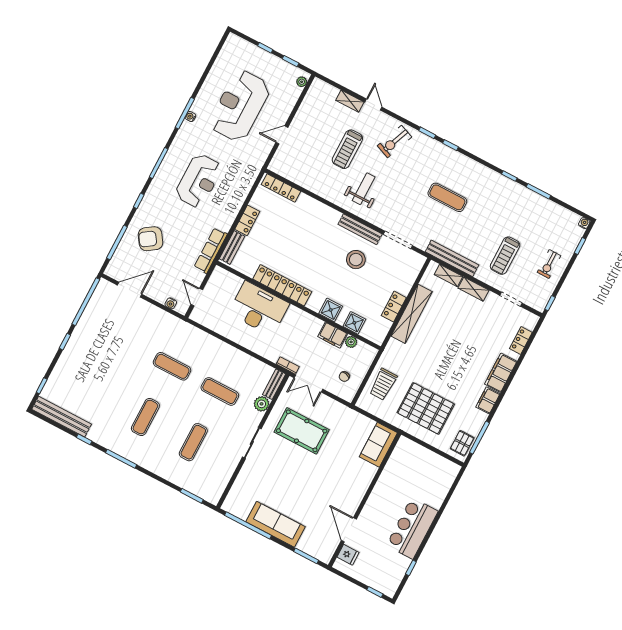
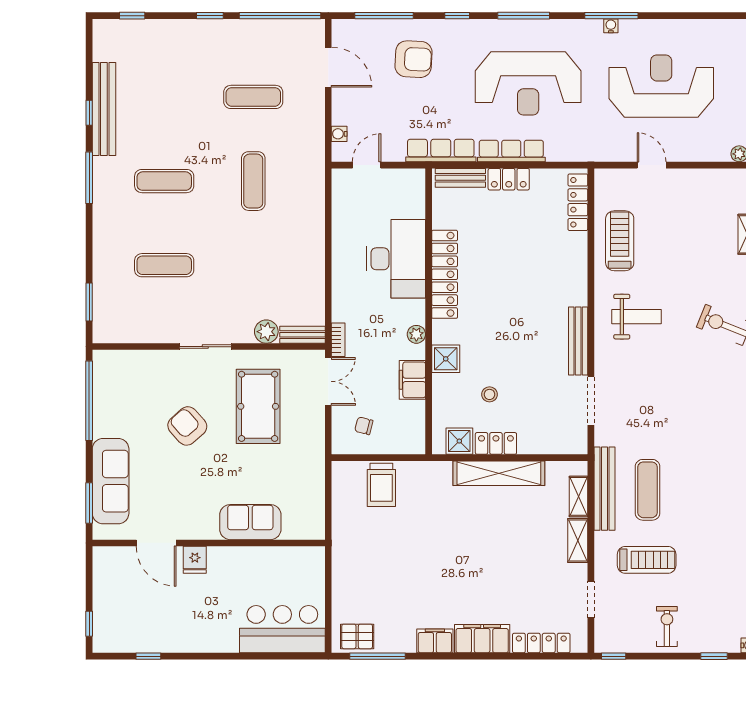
treadmill: (347, 149) -> (620, 241), moved, turned 90
reception desk: (199, 181) -> (528, 83), width x1.36, depth x1.30
exercise mat: (447, 197) -> (648, 490), moved
row of seats: (232, 211) -> (511, 151), added
armchair: (150, 239) -> (414, 59), turned 127
treadmill: (505, 256) -> (647, 560), turned 180
stool: (356, 260) -> (490, 394), moved, width x0.53, depth x0.53
exercise bike: (549, 264) -> (667, 627), turned 90
shower: (354, 323) -> (459, 441), moved
locker: (521, 340) -> (541, 643), width x1.53
plant: (351, 342) -> (416, 334), moved
double door: (308, 384) -> (328, 381), swing flipped
trolley: (383, 384) -> (381, 485), turned -90
exercise mat: (220, 391) -> (253, 97), moved, turned 90
pallet: (426, 408) -> (379, 561), removed
bench: (62, 417) -> (104, 109), moved
sofa: (378, 445) -> (250, 522), moved
armchair: (292, 477) -> (187, 426), added
sofa: (275, 524) -> (111, 481), moved
bar counter: (412, 528) -> (282, 629), moved
door: (349, 530) -> (156, 543), swing flipped
fridge: (348, 555) -> (195, 560), moved

